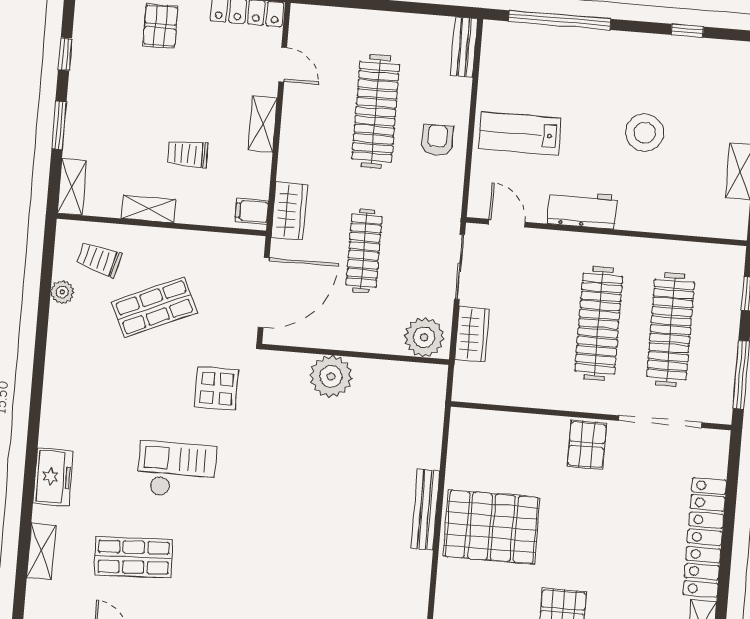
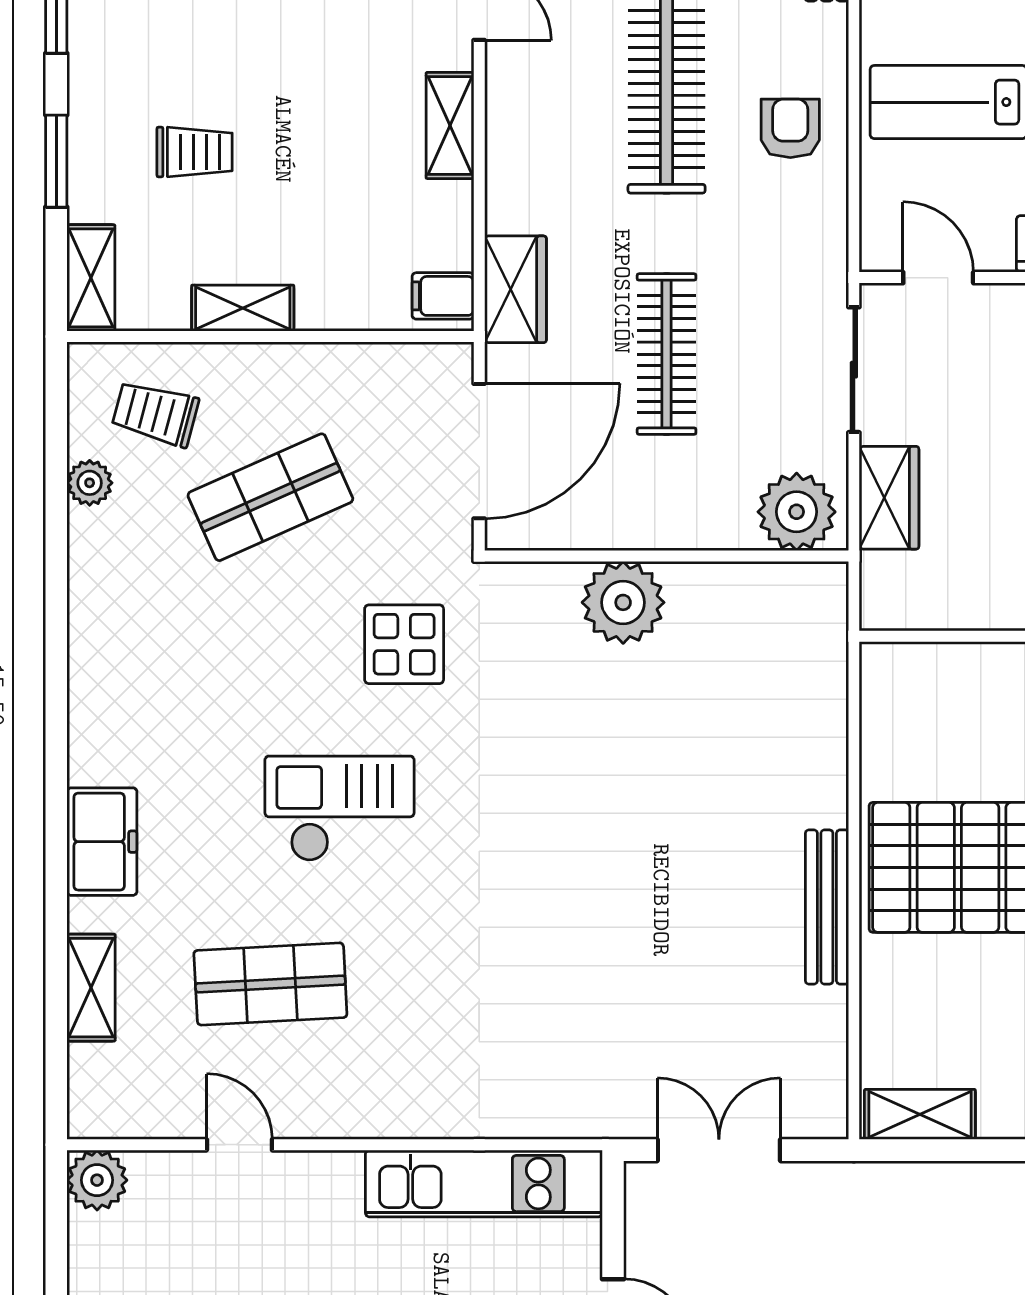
trolley: (188, 154) -> (195, 152), moved, turned 180
bench: (425, 510) -> (827, 907), moved

